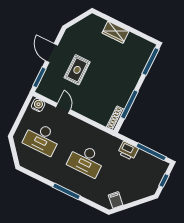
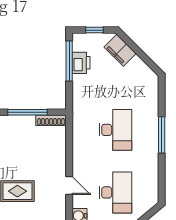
door: (63, 108) -> (69, 185), swing flipped
printer: (128, 151) -> (81, 63), moved
filing cabinet: (116, 200) -> (120, 50), moved, width x2.00

